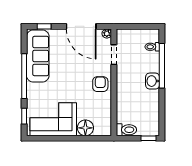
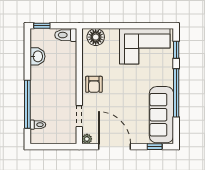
washbasin: (153, 81) -> (37, 56), moved
floor lamp: (85, 128) -> (96, 37), moved

